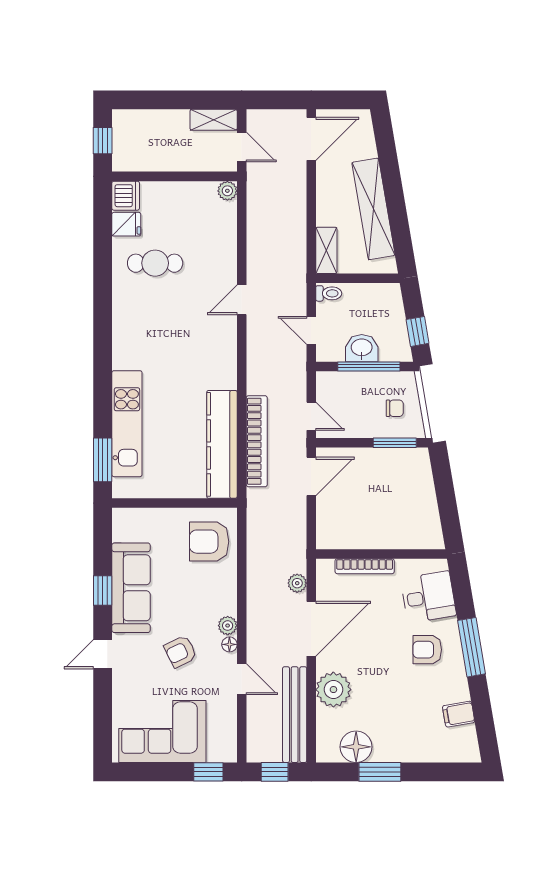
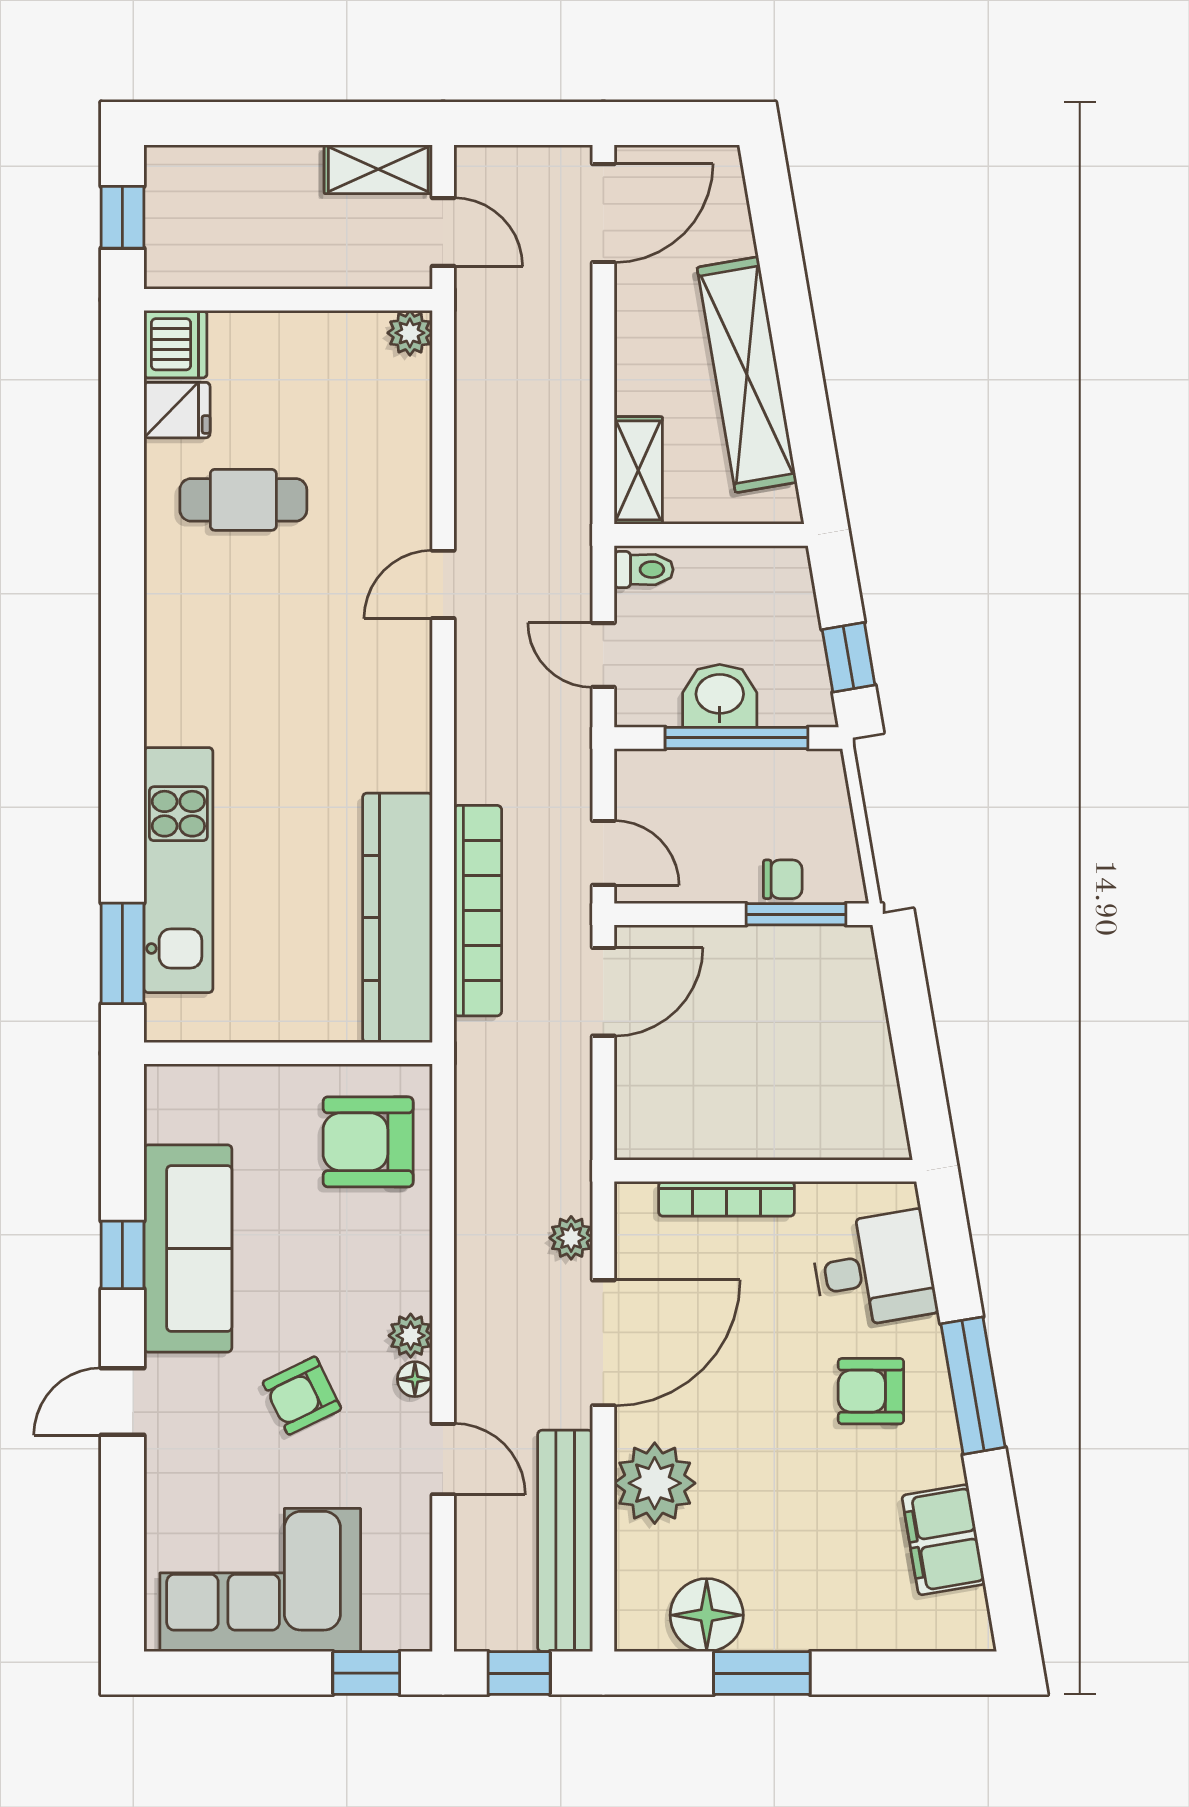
chair: (395, 408) -> (783, 879), moved
filing cabinet: (459, 714) -> (943, 1540), width x2.00

